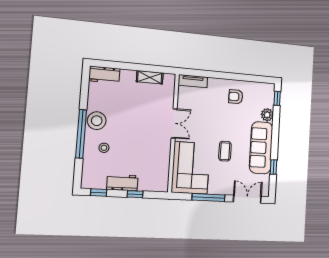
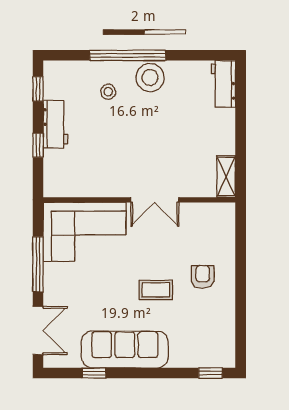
shelving: (150, 77) -> (226, 176), moved
tv unit: (193, 81) -> (226, 226), removed
armchair: (236, 97) -> (203, 277), moved
plant: (267, 115) -> (181, 357), removed
coffee table: (225, 151) -> (156, 290), moved

